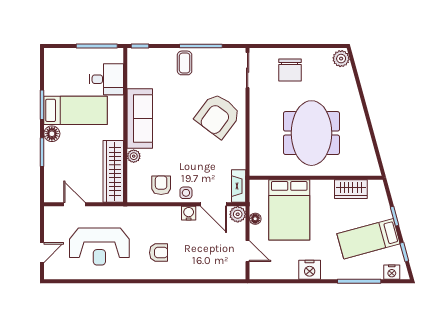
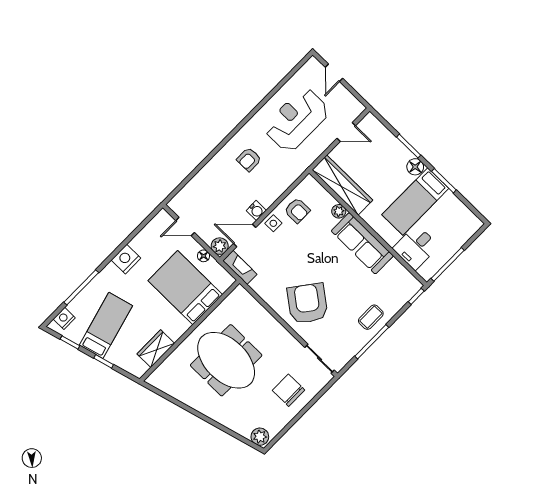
coffee table: (185, 63) -> (371, 317), turned 90

